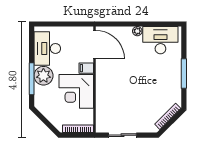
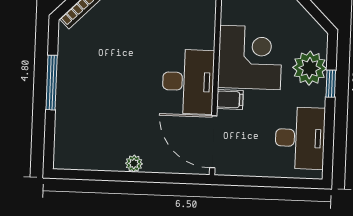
desk: (160, 40) -> (188, 82), moved, turned -90
plant: (43, 76) -> (310, 68), moved
window: (32, 79) -> (331, 84), width x0.46

